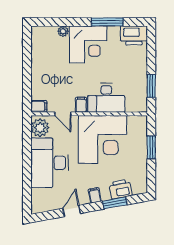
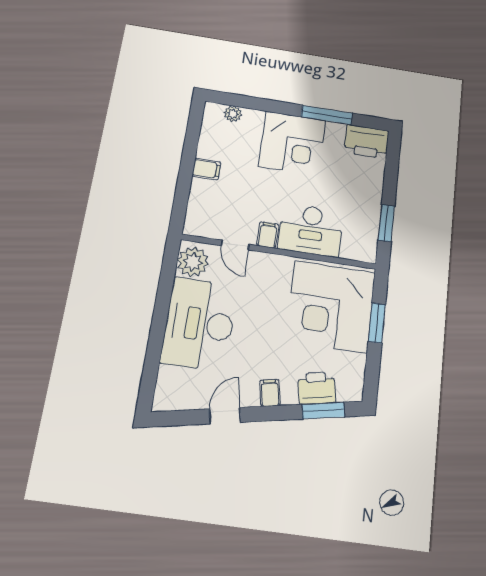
plant: (63, 31) -> (233, 114), moved
filing cabinet: (39, 106) -> (206, 169), moved
corner desk: (102, 139) -> (331, 307), moved, turned 90
window: (115, 203) -> (323, 411), moved

